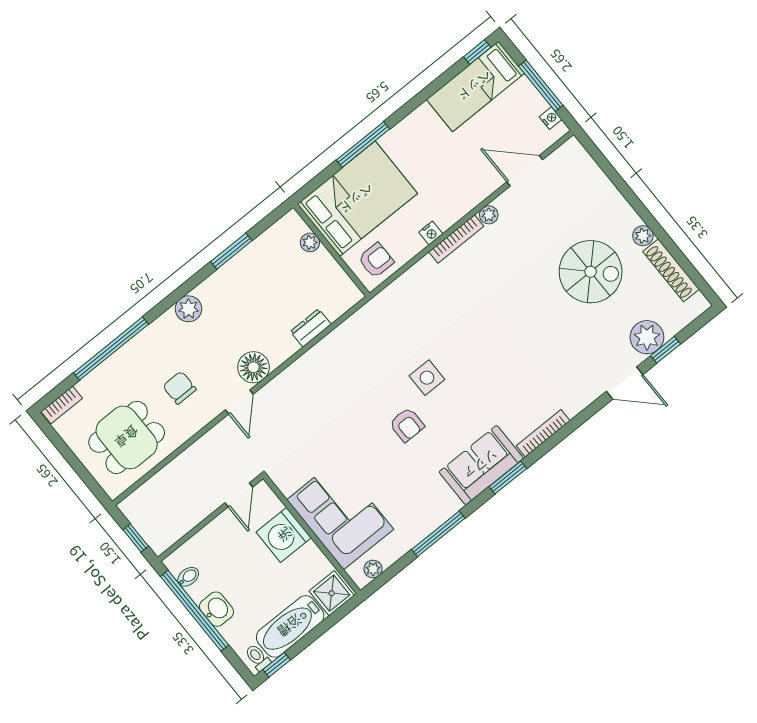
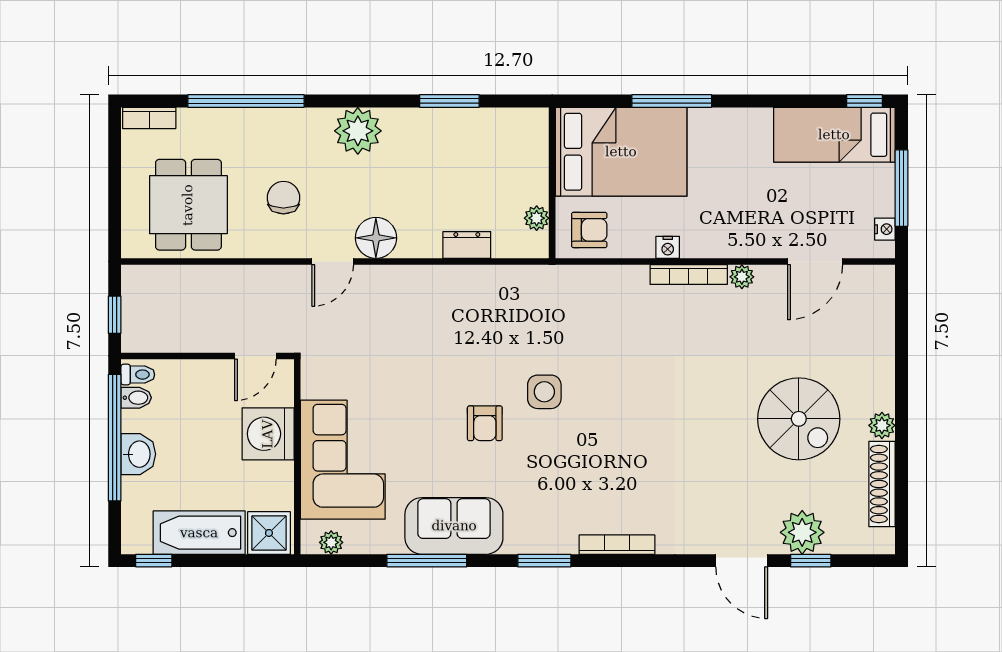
door: (525, 171) -> (815, 262), swing flipped
plant: (310, 242) -> (537, 218), moved
plant: (188, 309) -> (358, 131), width x1.36, depth x1.36
dining table: (127, 437) -> (188, 205), turned 90
sofa: (481, 465) -> (454, 526), moved
toilet: (258, 658) -> (138, 375), moved, turned 90

